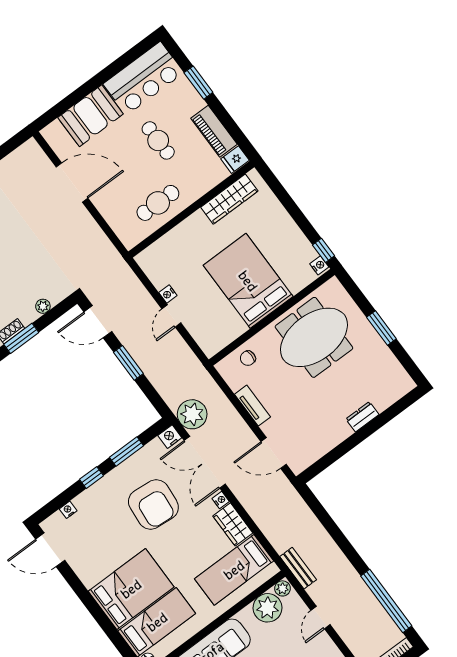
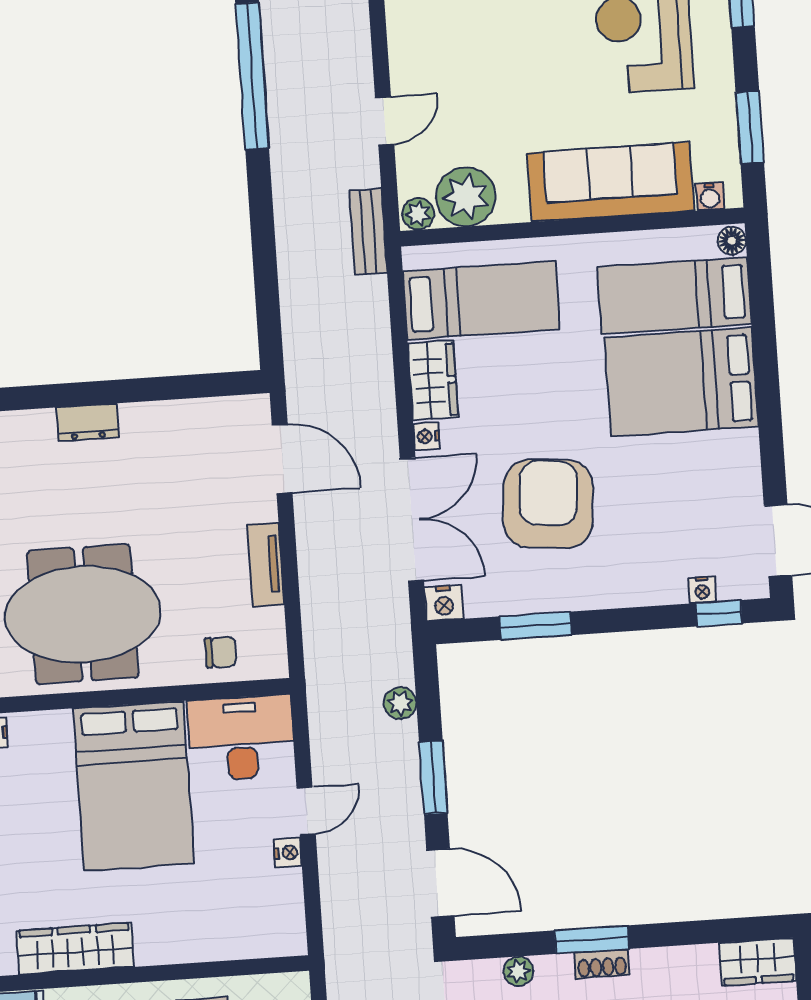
desk: (217, 329) -> (241, 738), added
plant: (192, 414) -> (400, 703), moved, width x0.53, depth x0.53
window: (92, 478) -> (719, 613), moved

